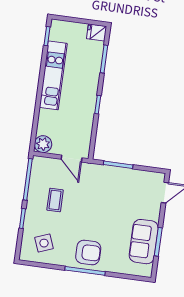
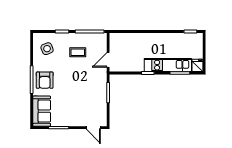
kitchen unit: (53, 75) -> (168, 65), moved, turned 180
plant: (43, 144) -> (115, 39), removed
sofa: (144, 242) -> (42, 111), moved, turned 90

